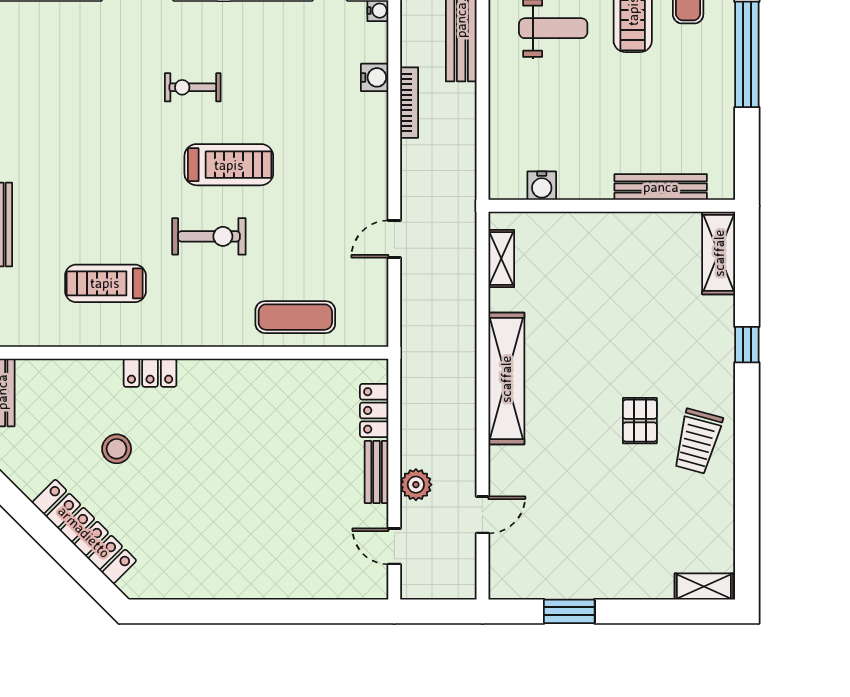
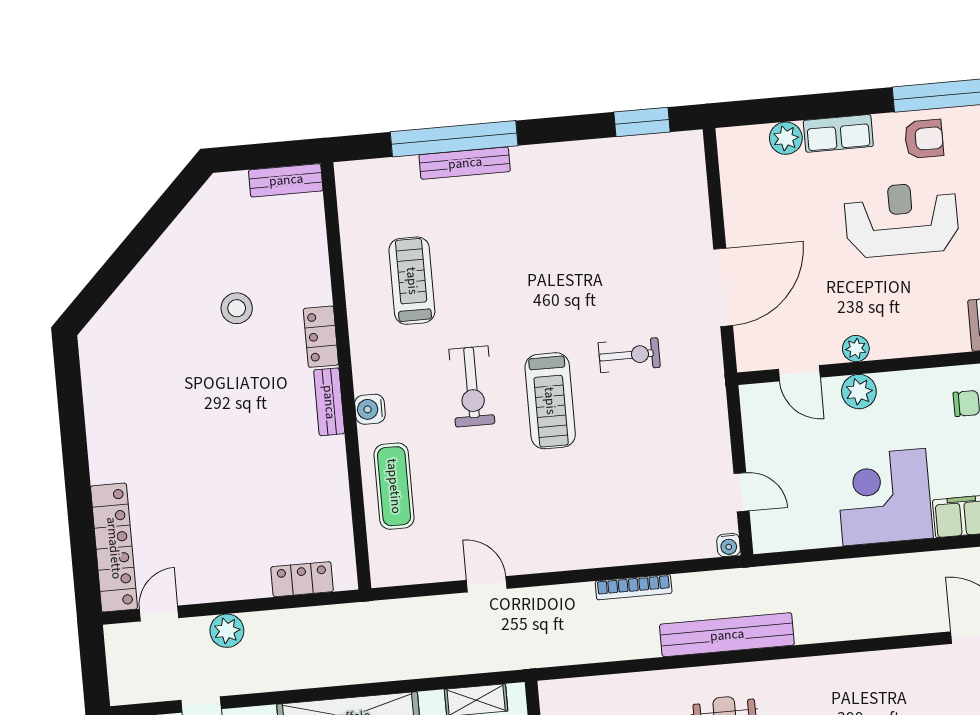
water cooler: (375, 77) -> (370, 409), moved, turned 90
exercise bike: (193, 87) -> (629, 355), turned 90
bench: (377, 472) -> (329, 402), moved, turned 90
locker: (84, 532) -> (114, 548), moved, turned -45

